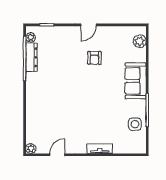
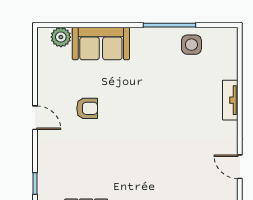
sofa: (136, 81) -> (101, 44), moved

